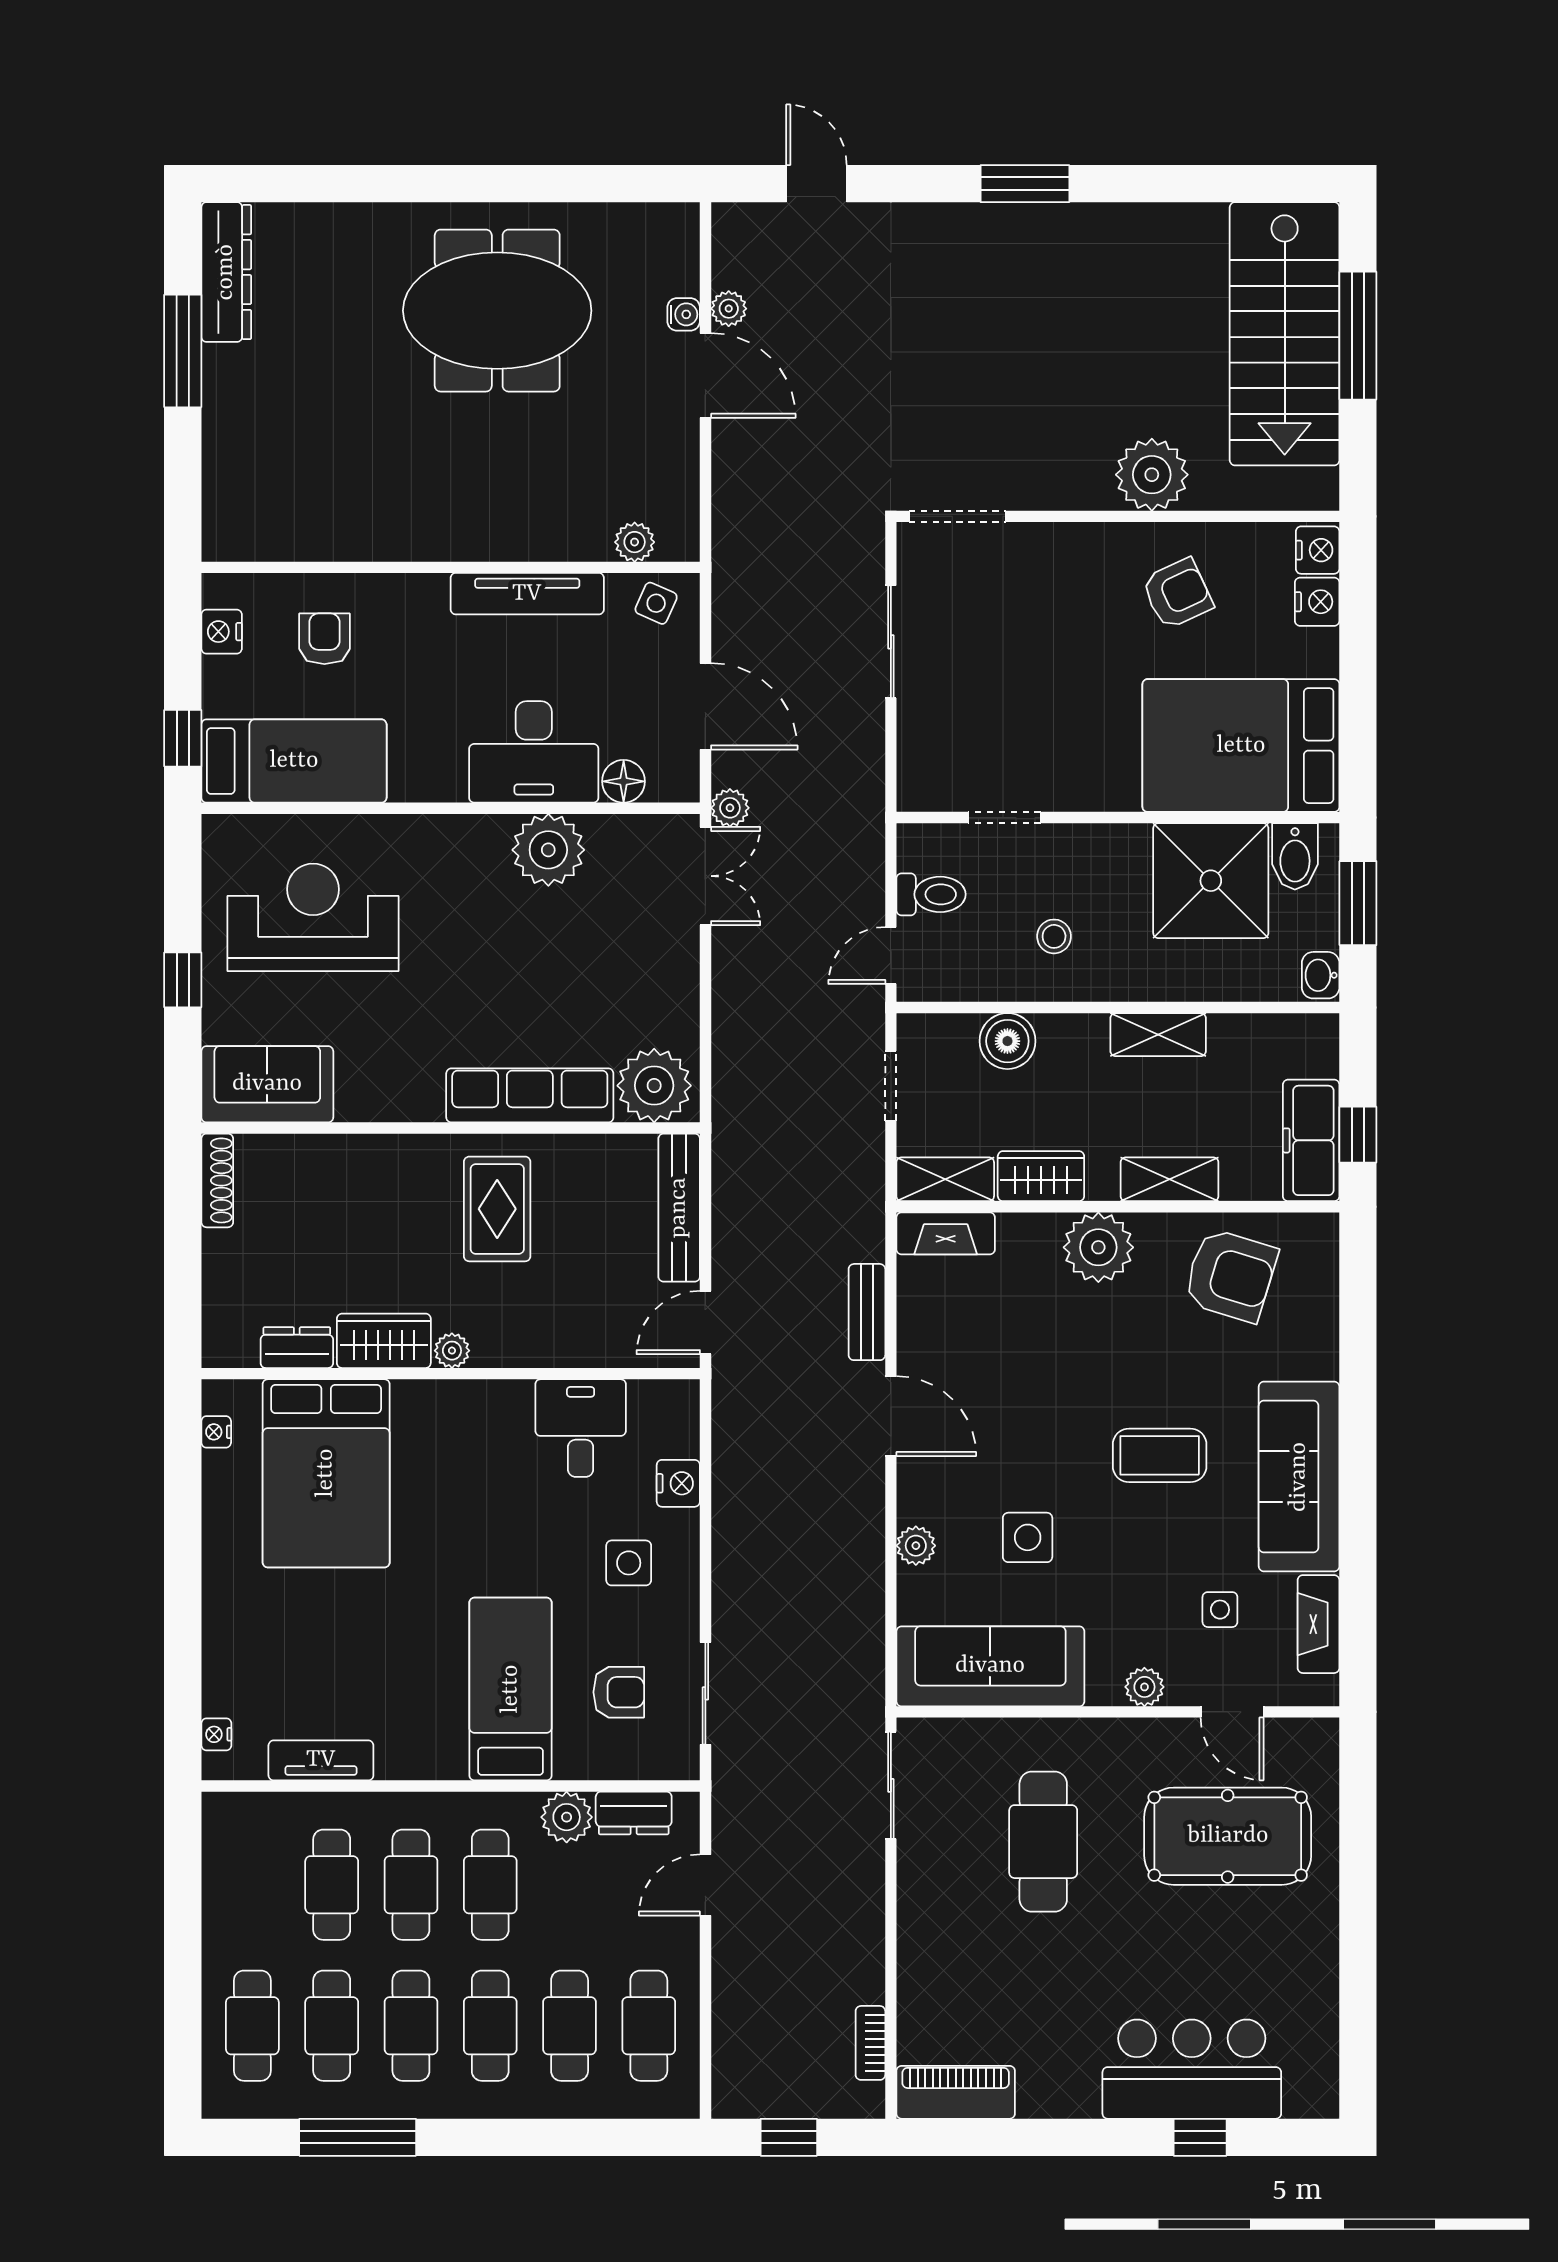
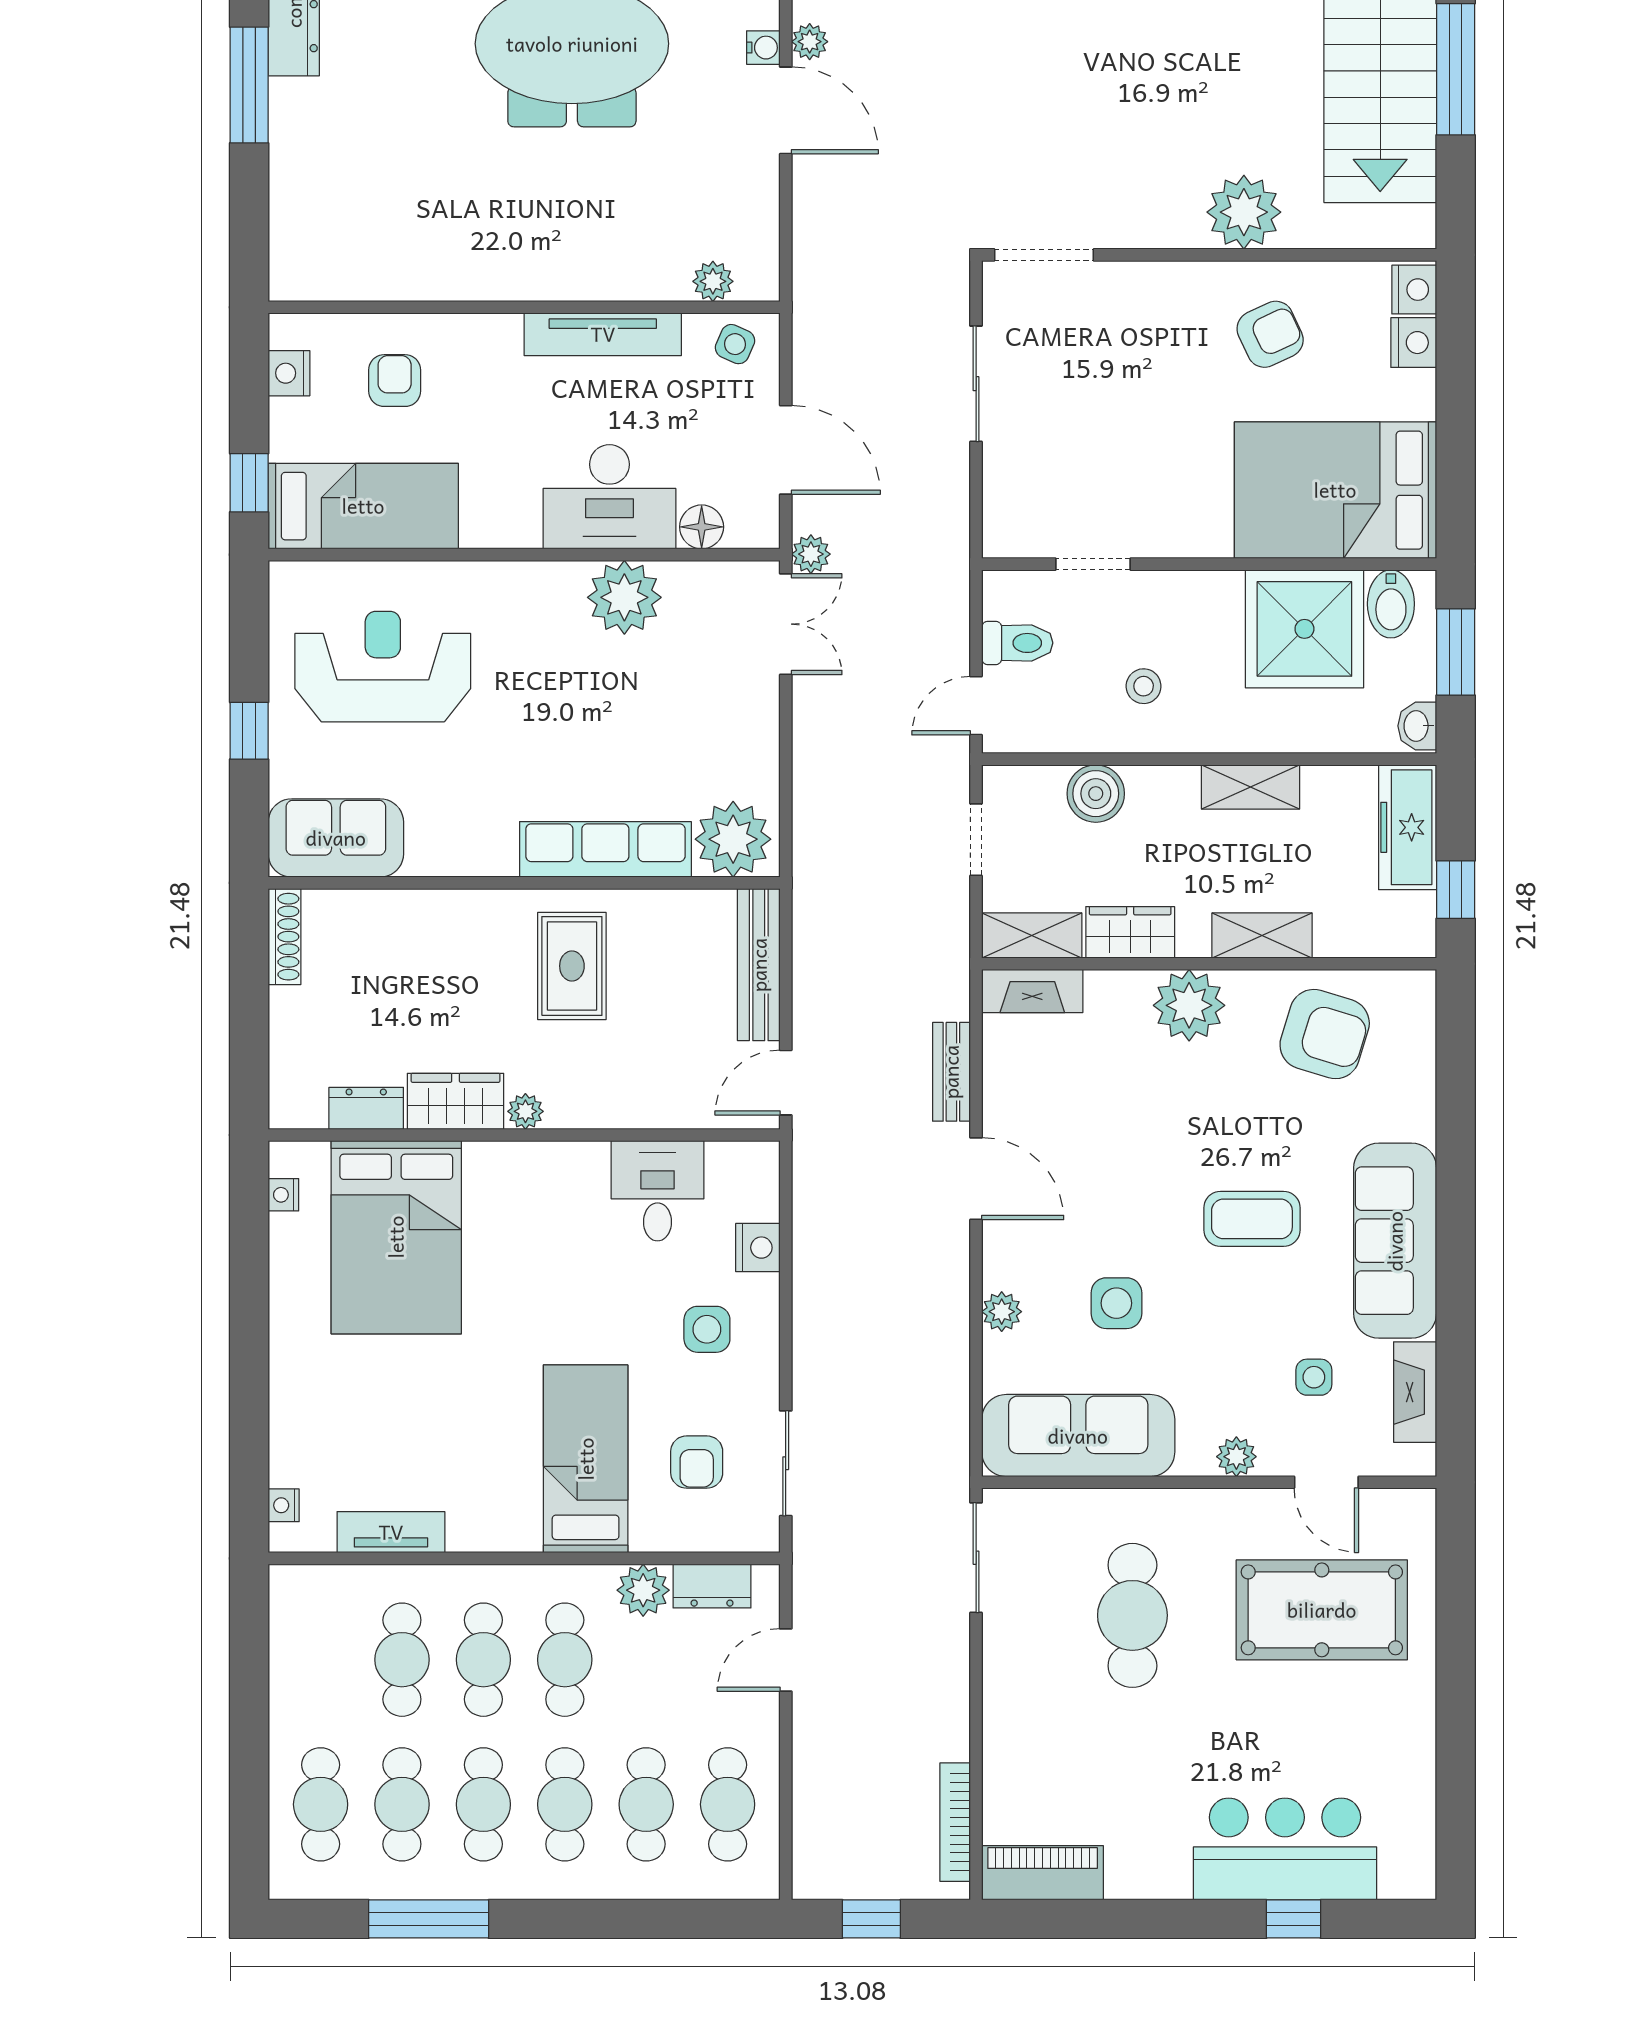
freezer: (1311, 1140) -> (1408, 827), moved
armchair: (619, 1692) -> (697, 1462), turned 90
bookcase: (870, 2043) -> (955, 1822), width x1.56

